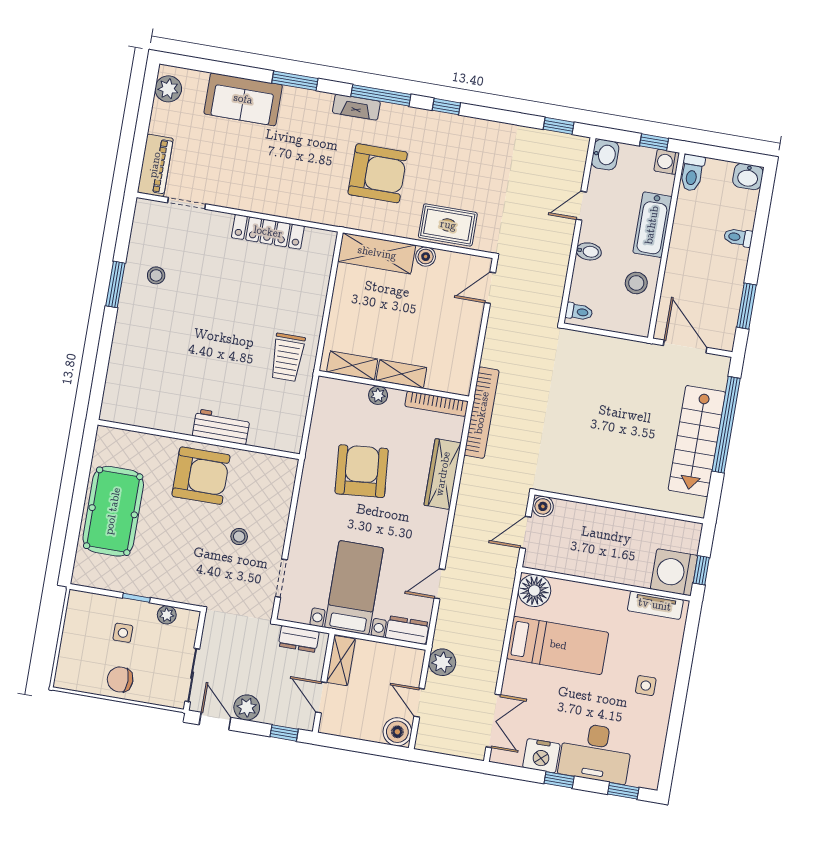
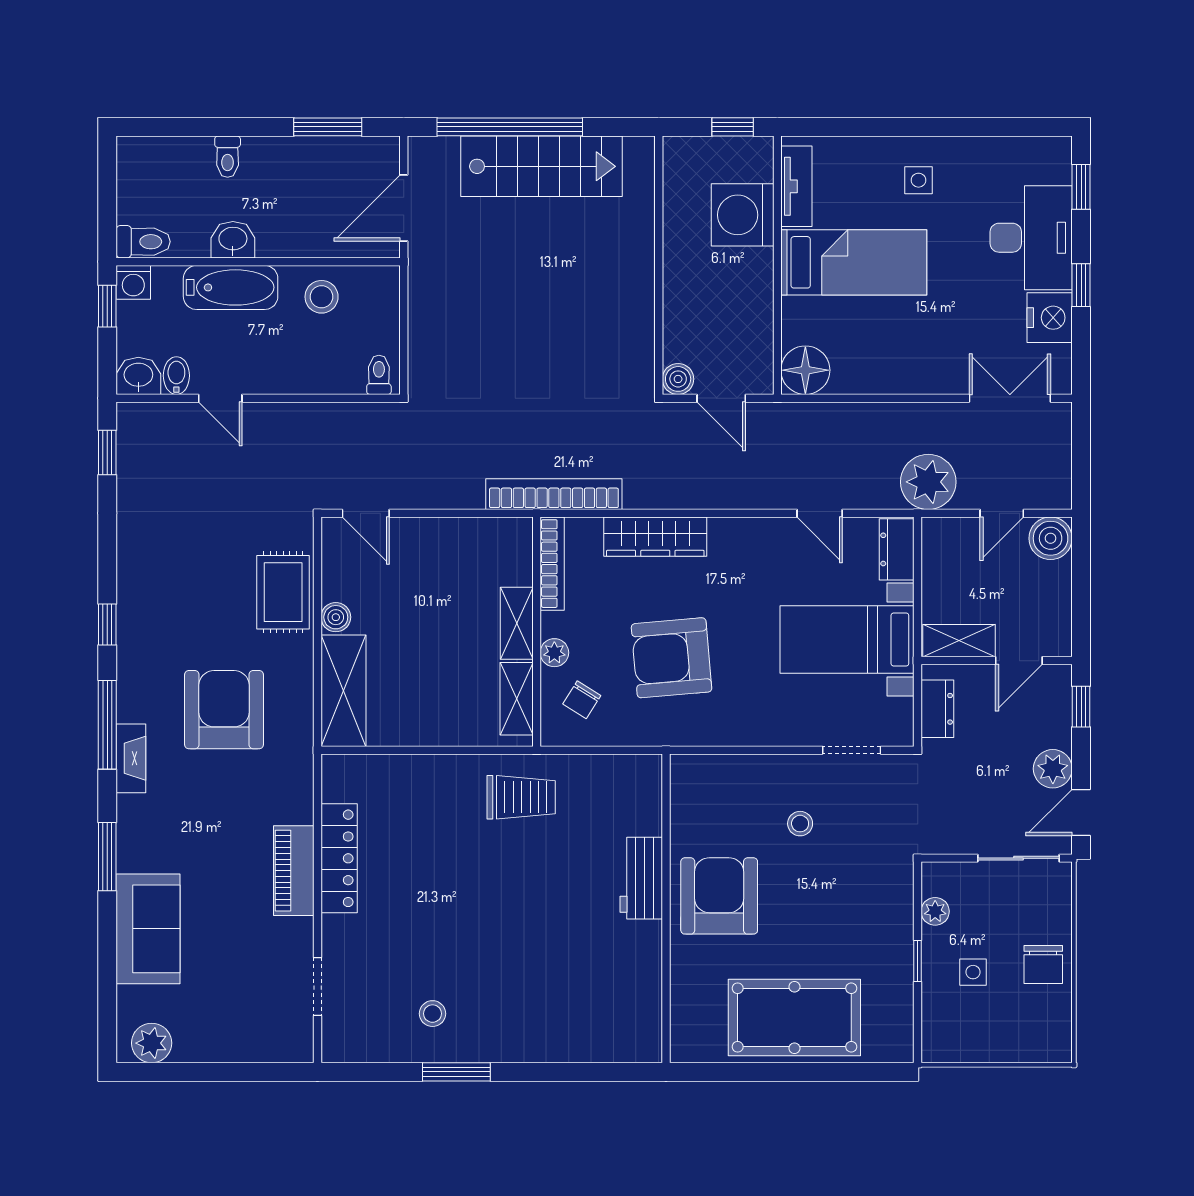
piano: (155, 165) -> (294, 871), moved, turned -90
washbasin: (748, 177) -> (233, 240), moved, turned -90
bidet: (589, 251) -> (176, 376), moved
chair: (344, 408) -> (582, 700), added
washing machine: (674, 572) -> (743, 215), moved, turned 90
bed: (558, 645) -> (854, 262), moved, turned 90
plant: (442, 662) -> (928, 482), width x1.36, depth x1.36

